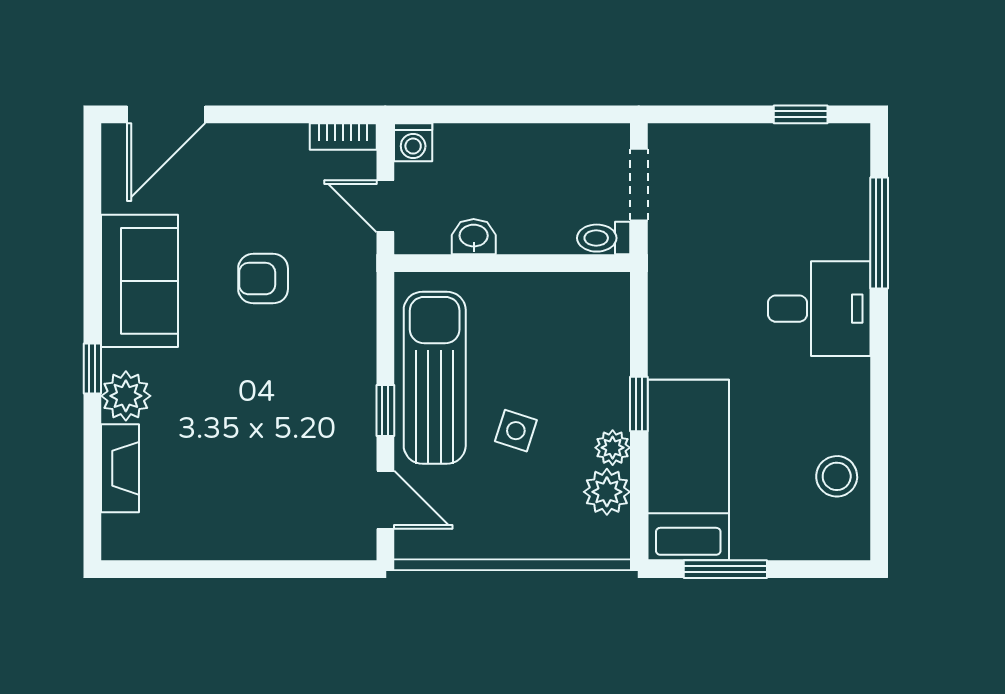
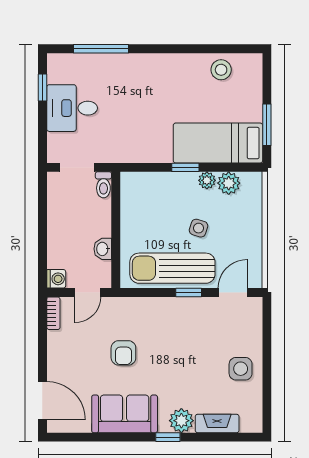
desk: (819, 309) -> (72, 108), moved, turned -90
side table: (231, 516) -> (241, 369), added

